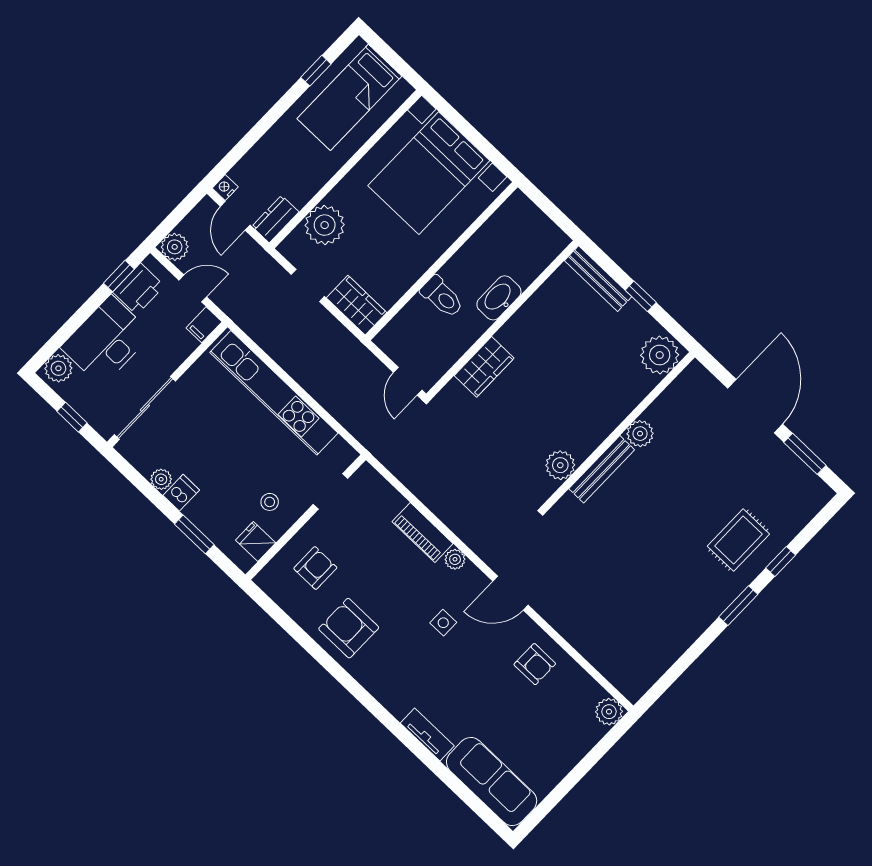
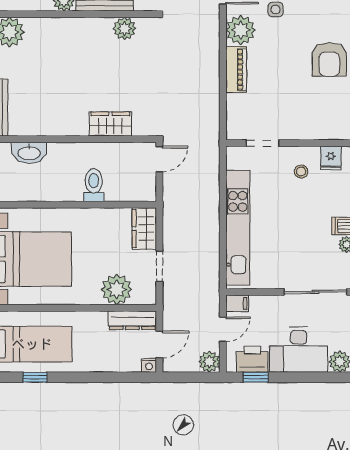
dresser: (275, 219) -> (132, 320), width x1.44
door: (193, 288) -> (223, 329), swing flipped
washbasin: (499, 298) -> (29, 153), moved
plant: (455, 559) -> (241, 30), width x1.88, depth x1.88
armchair: (315, 568) -> (314, 110), removed

